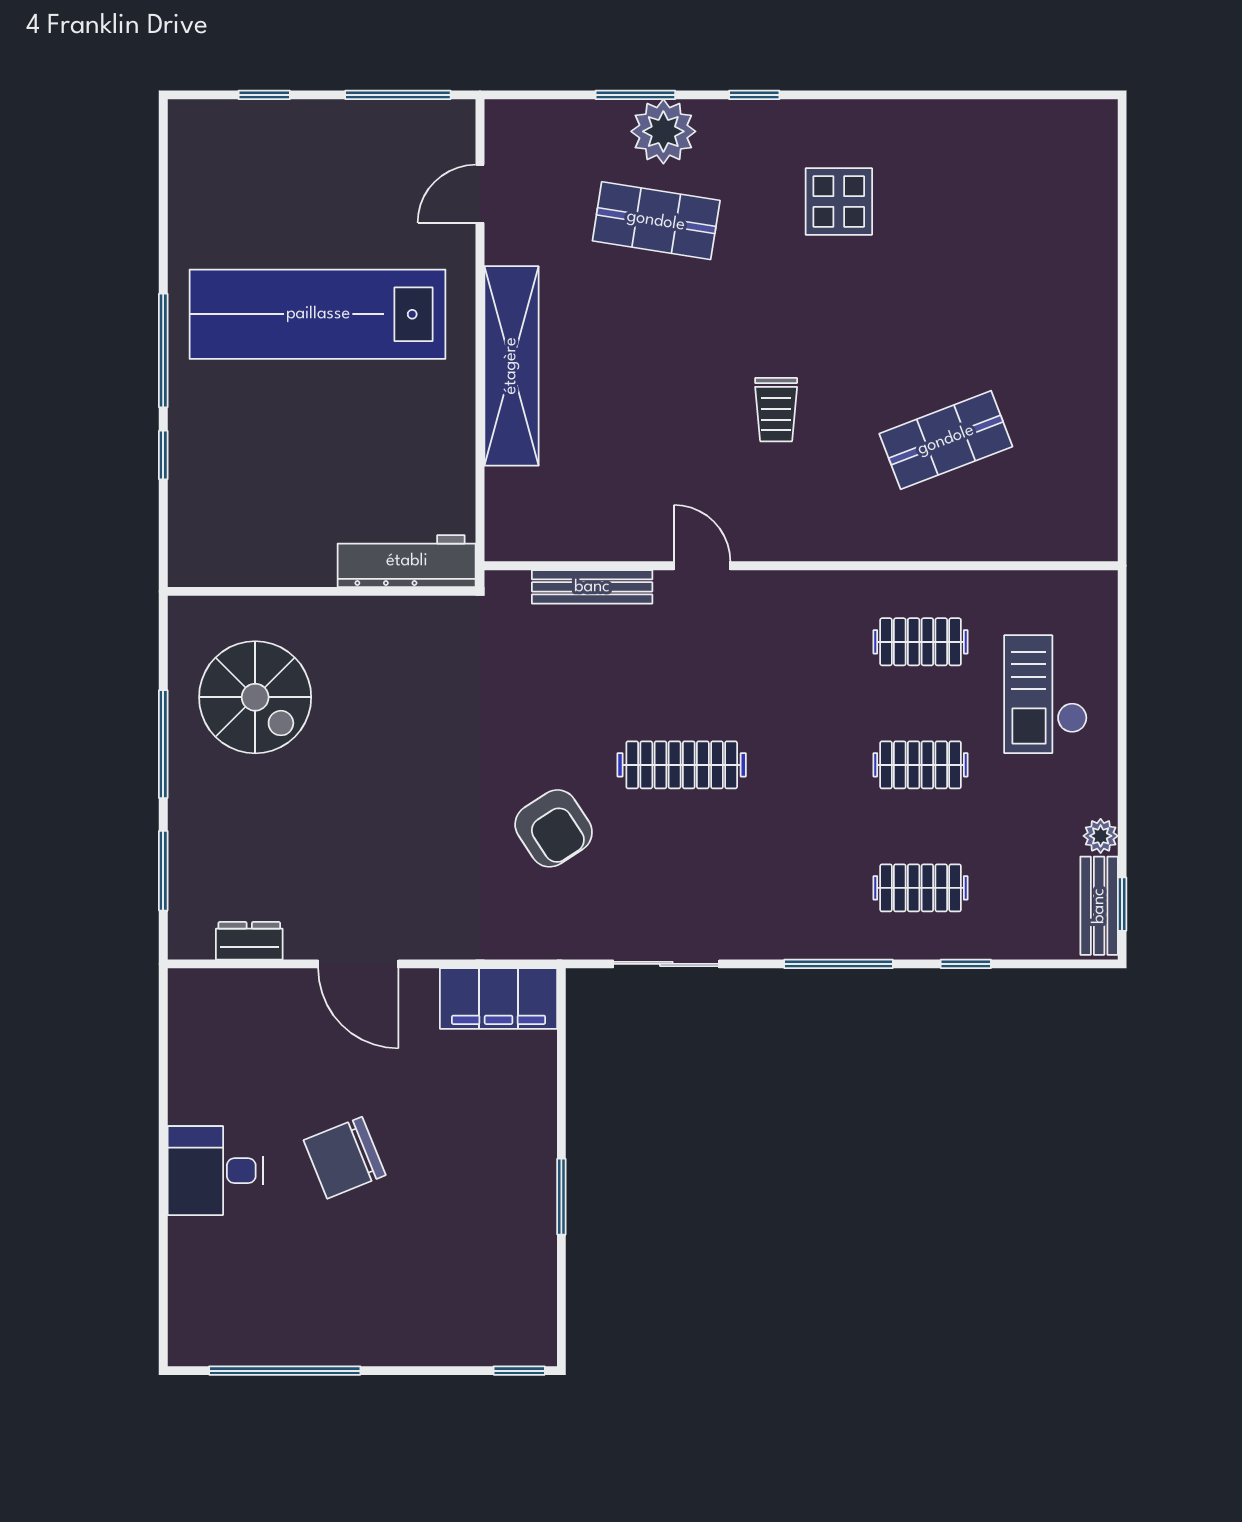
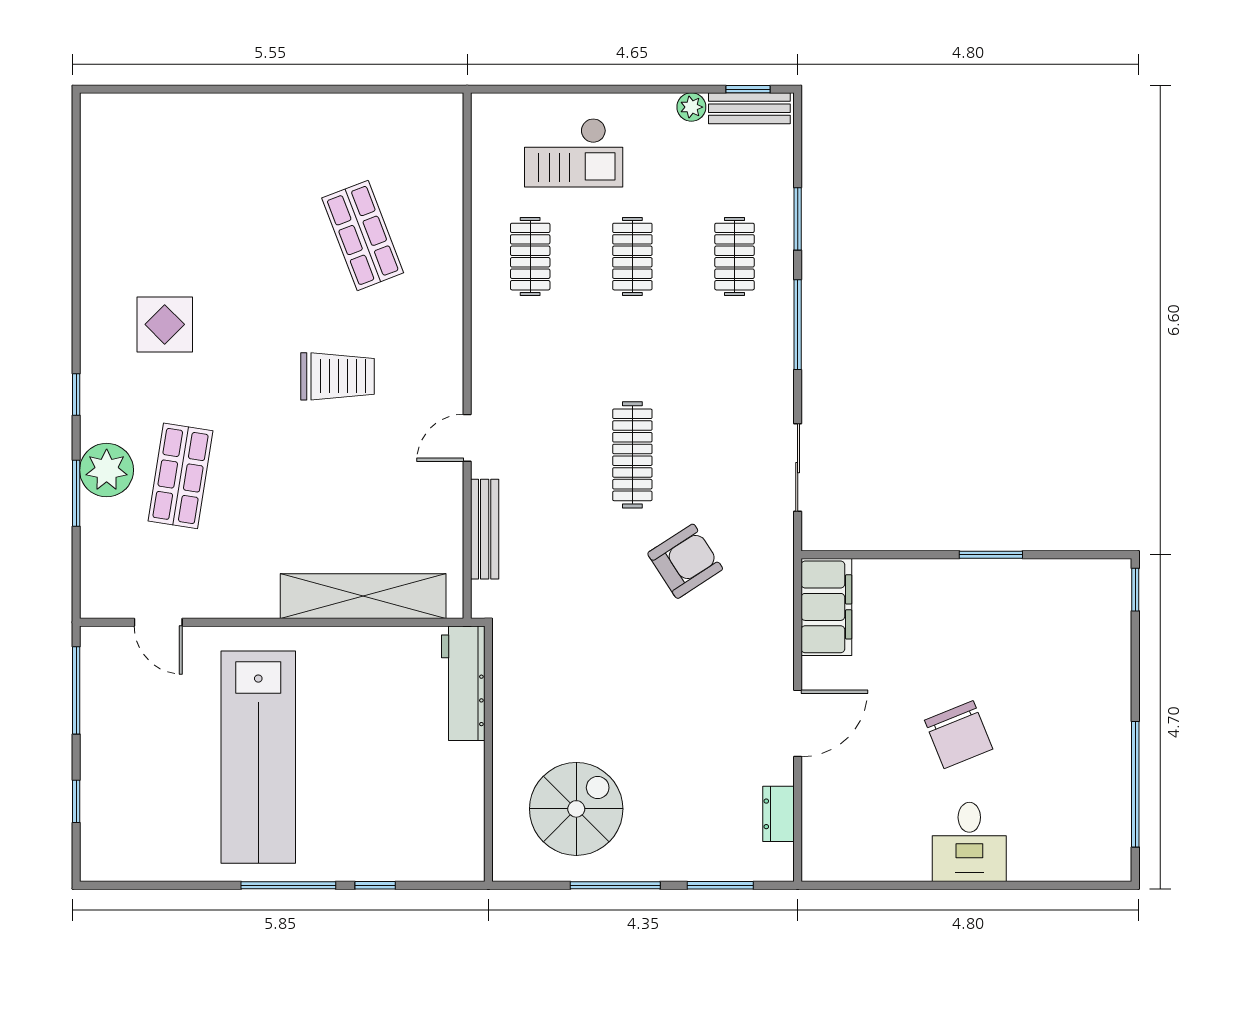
shelving: (511, 366) -> (363, 596), moved
trolley: (776, 410) -> (337, 376), width x1.36, depth x1.39
window: (966, 964) -> (798, 219), width x1.50

